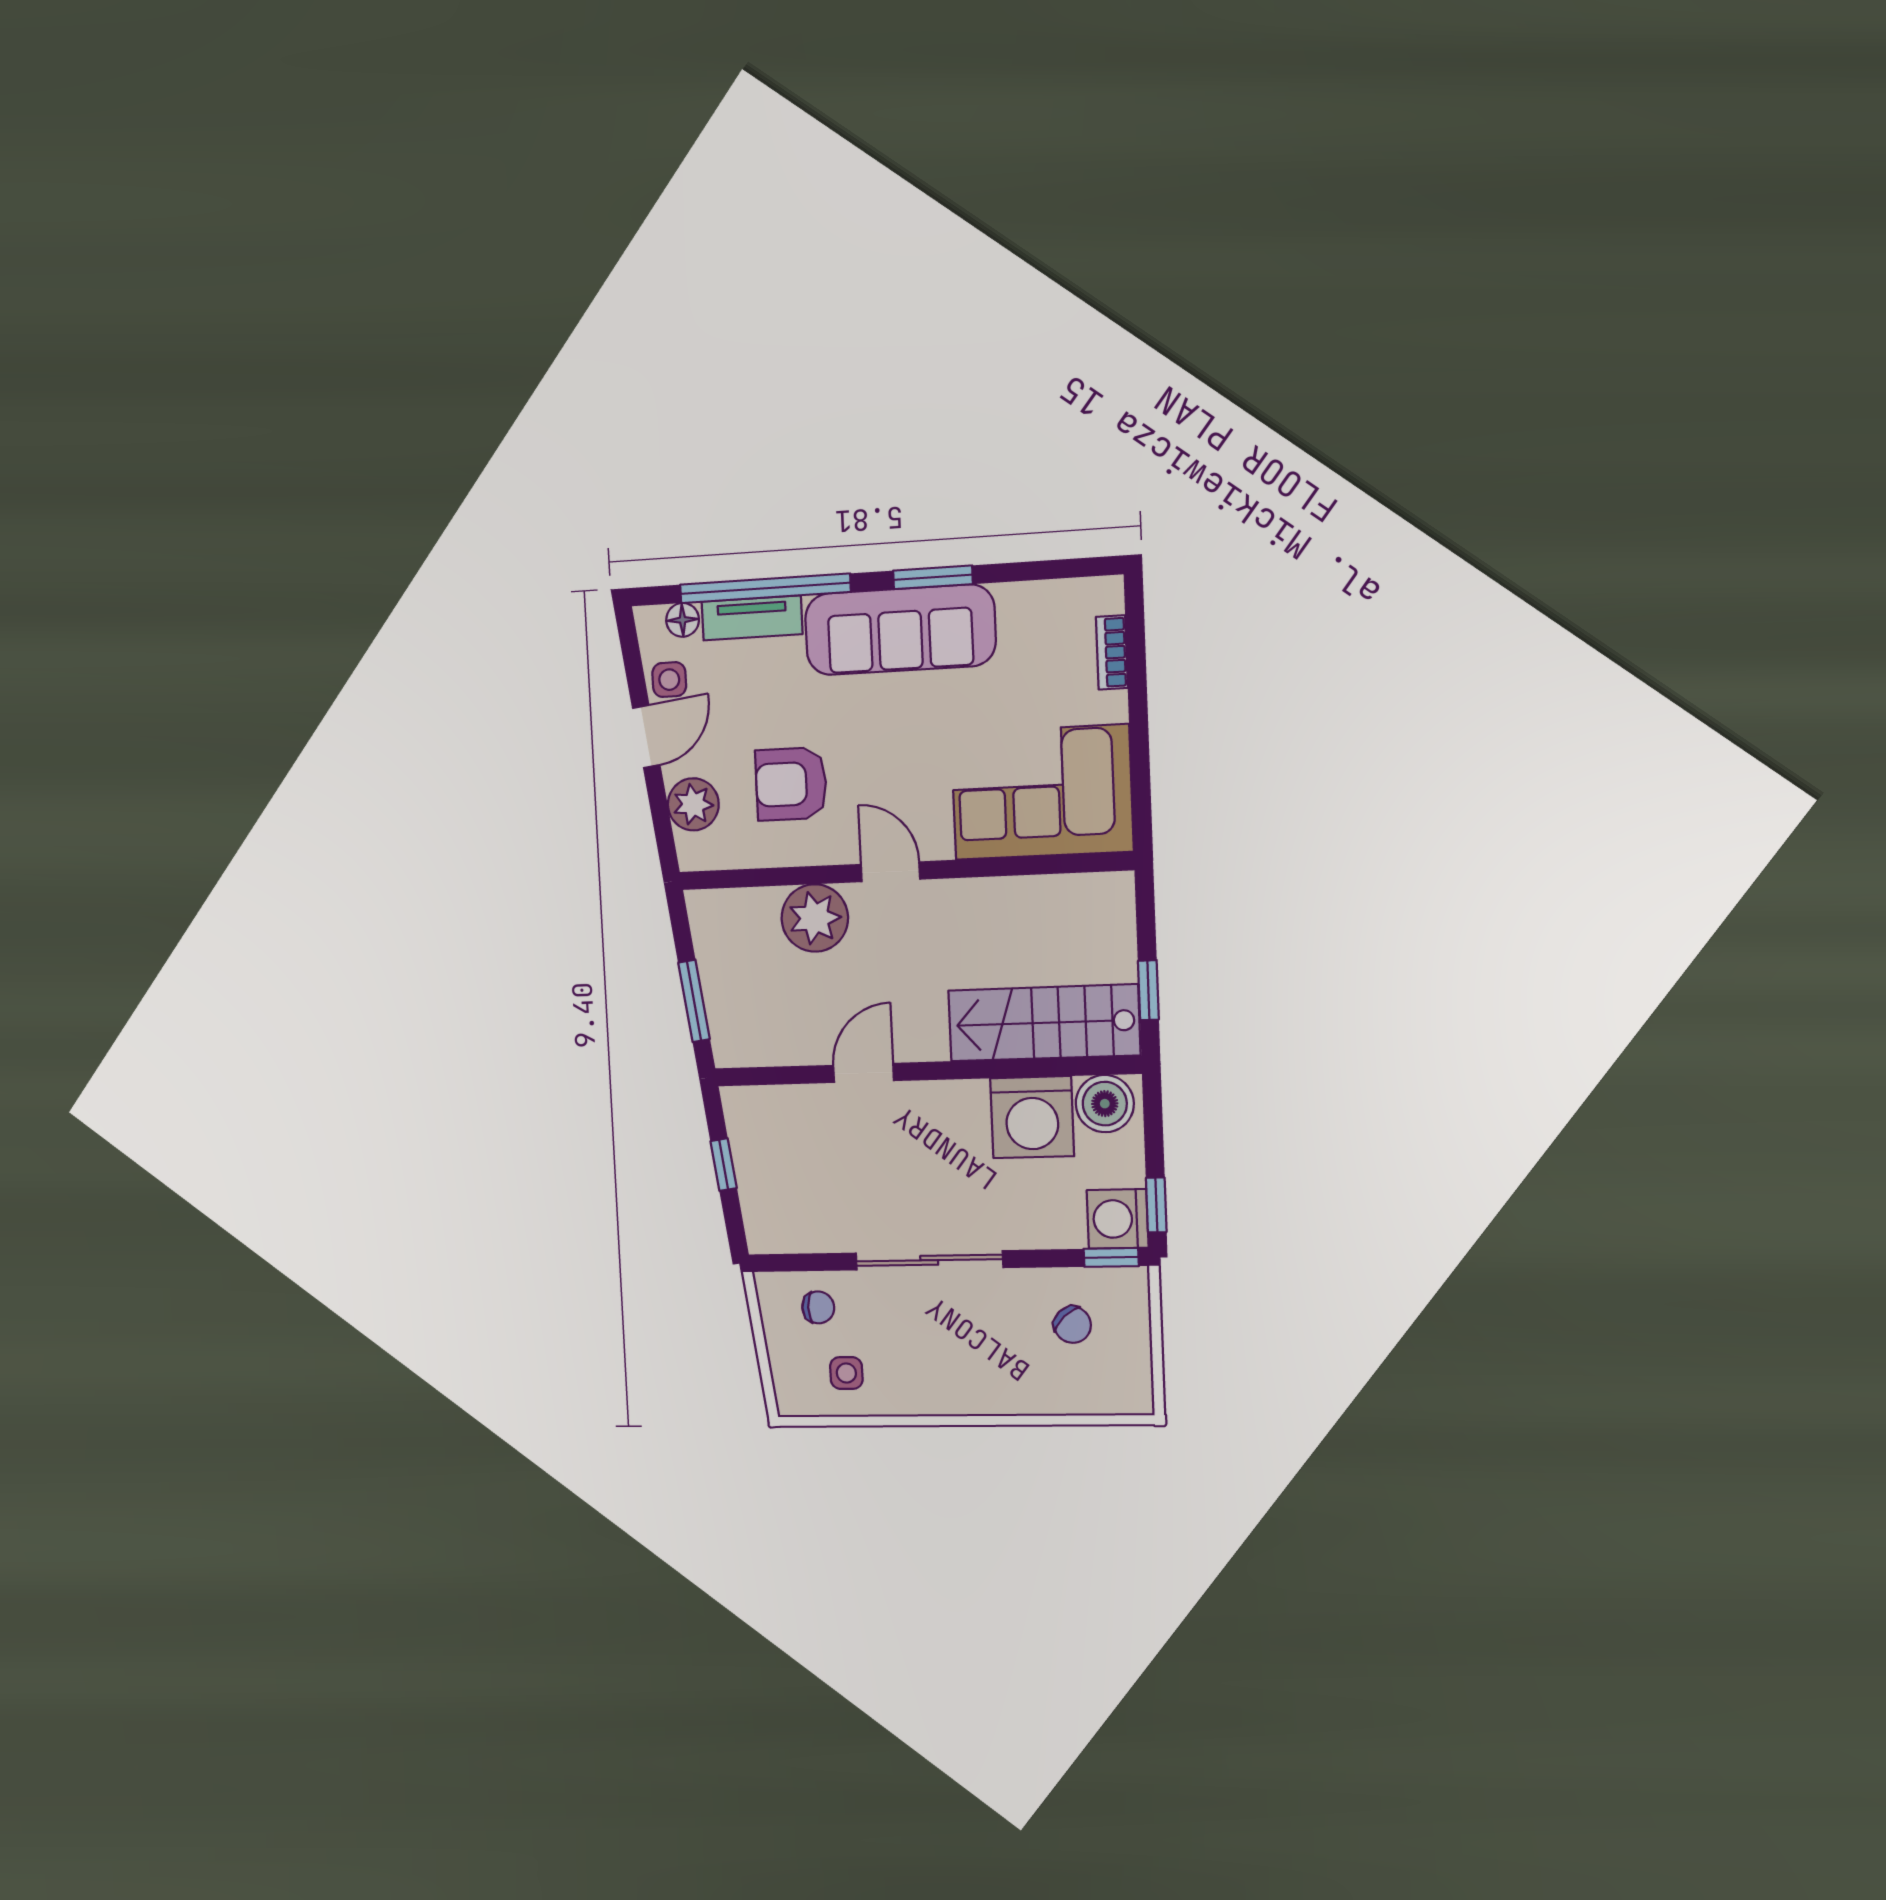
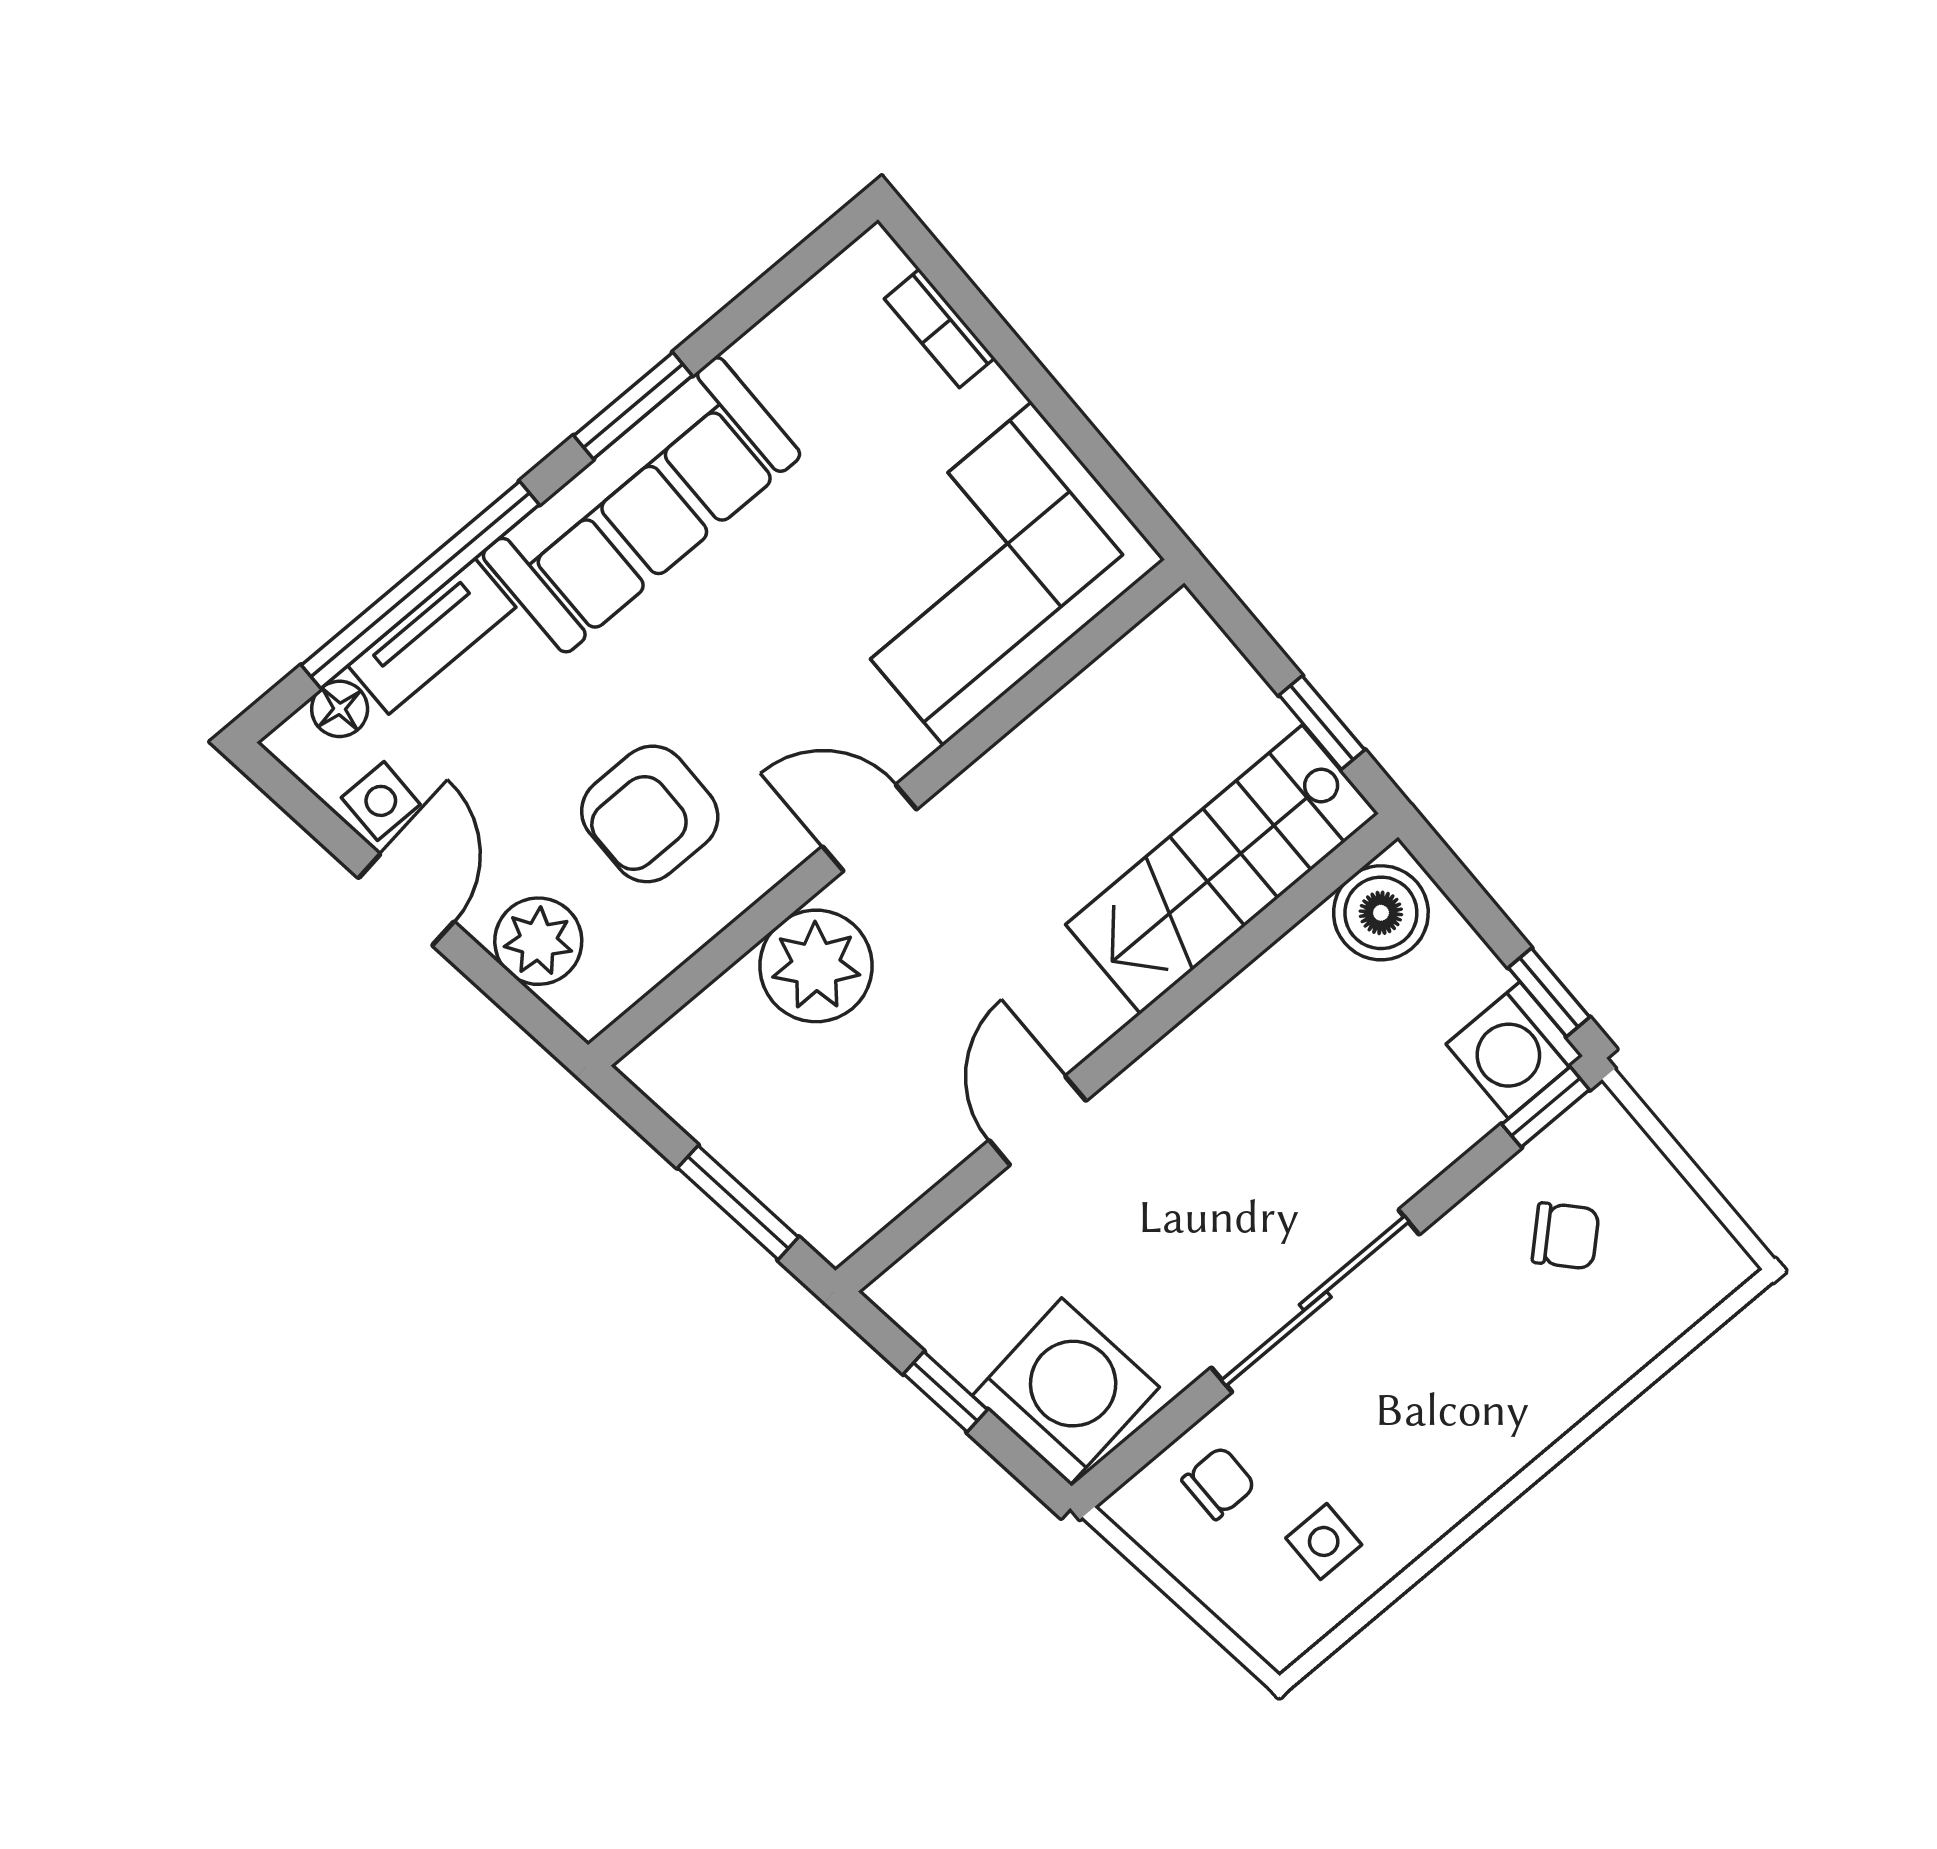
washing machine: (1032, 1117) -> (1066, 1391), moved, turned -98

